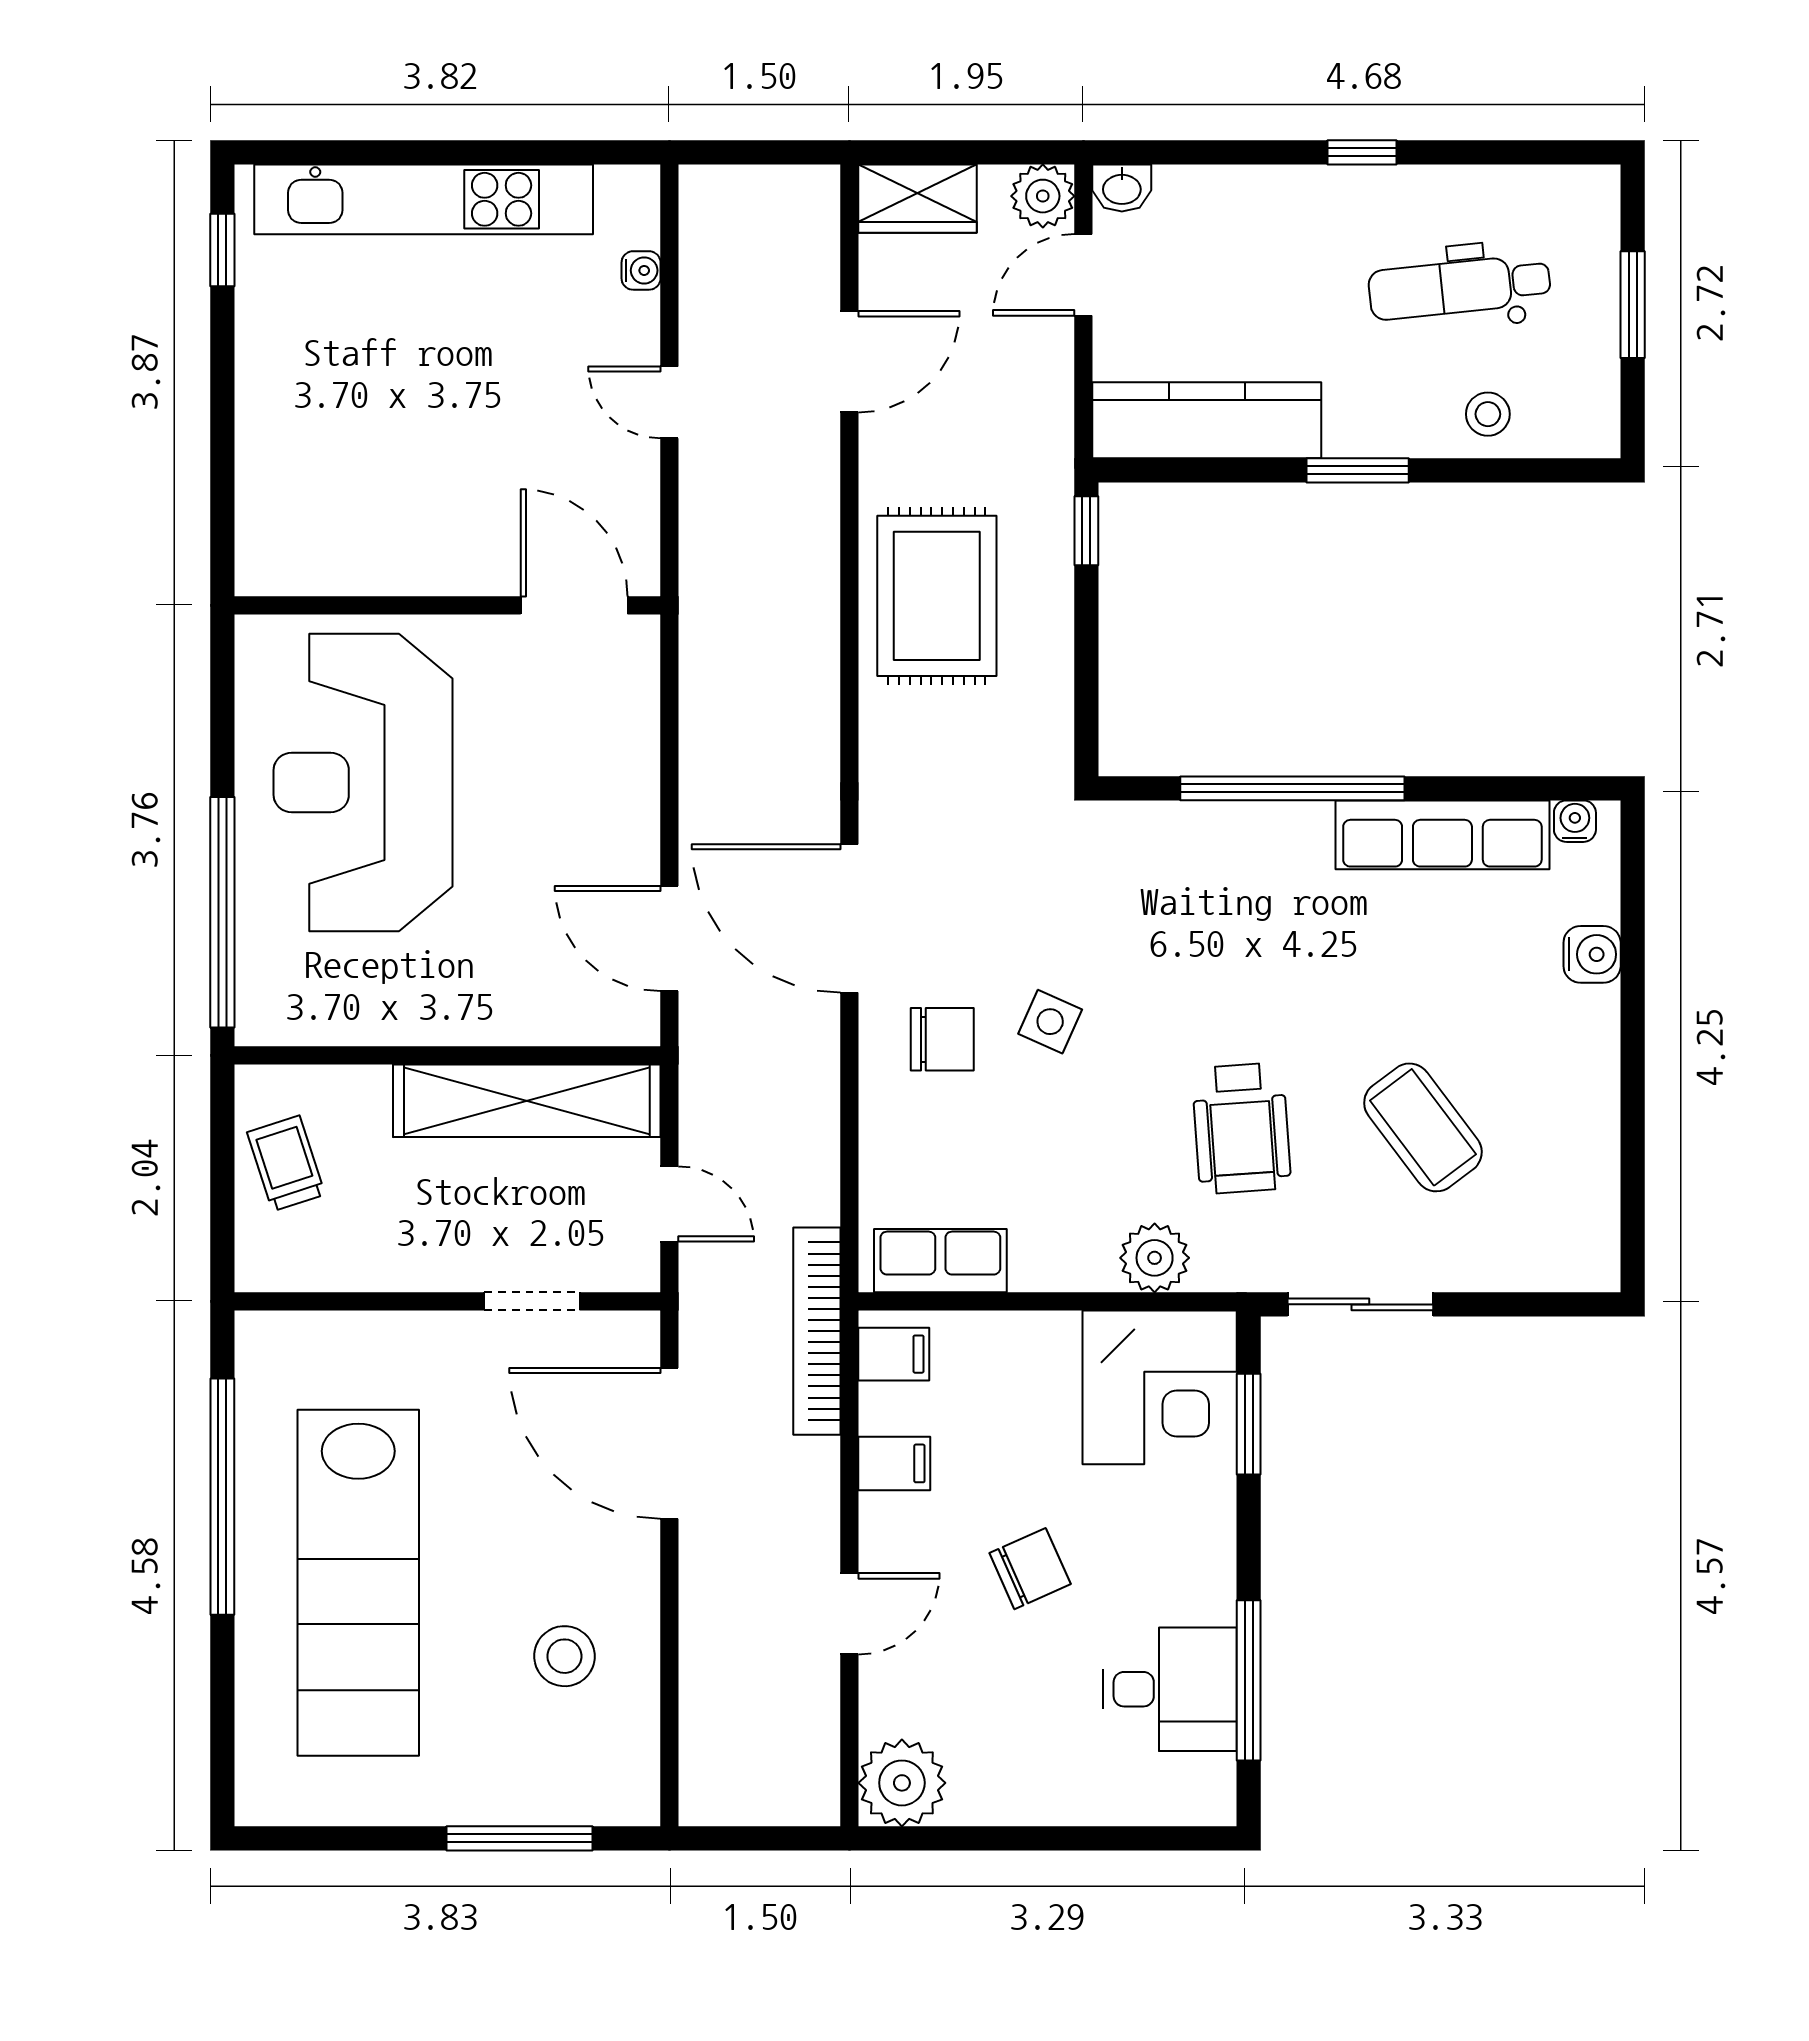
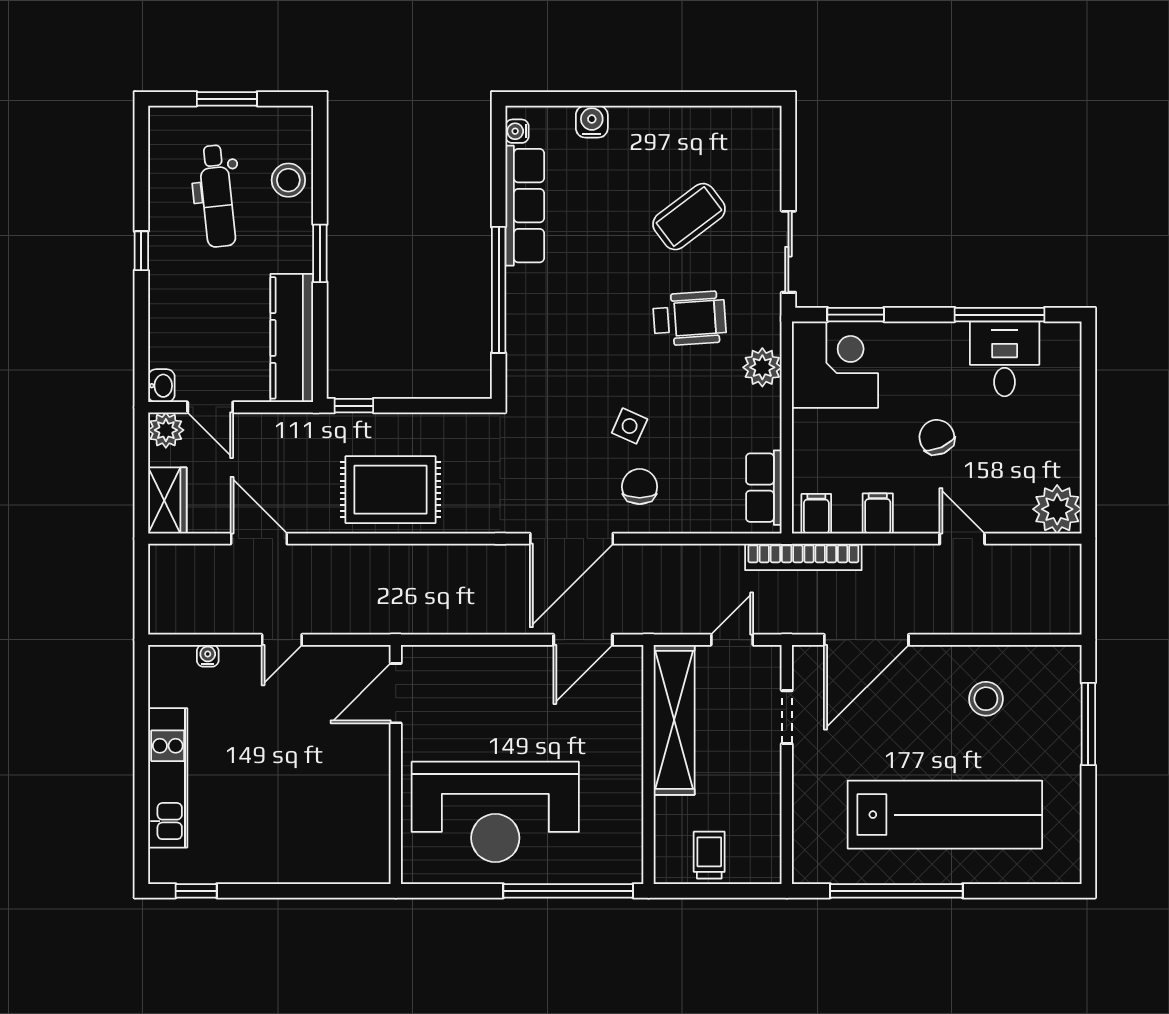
kitchen unit: (424, 199) -> (168, 778), width x0.73
stool: (1488, 414) -> (288, 180), width x1.37, depth x1.37
trolley: (286, 1163) -> (709, 855), turned 108

